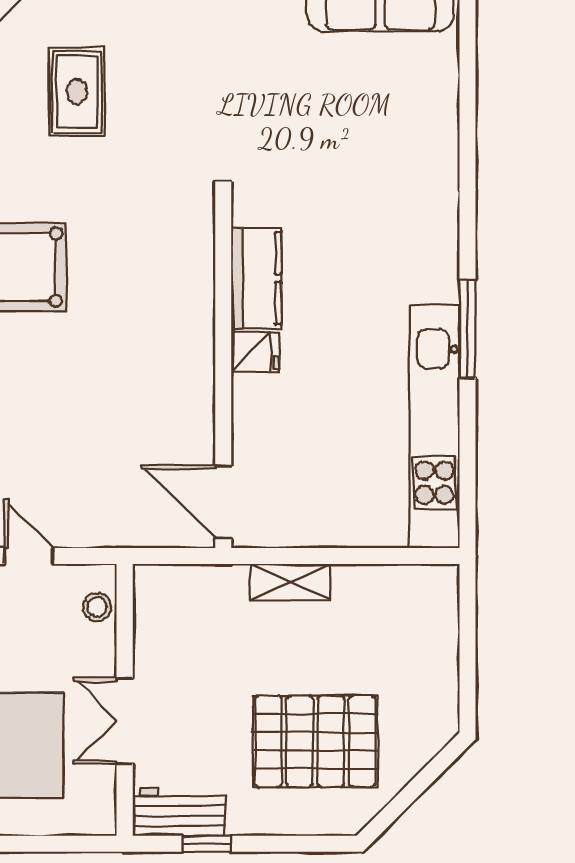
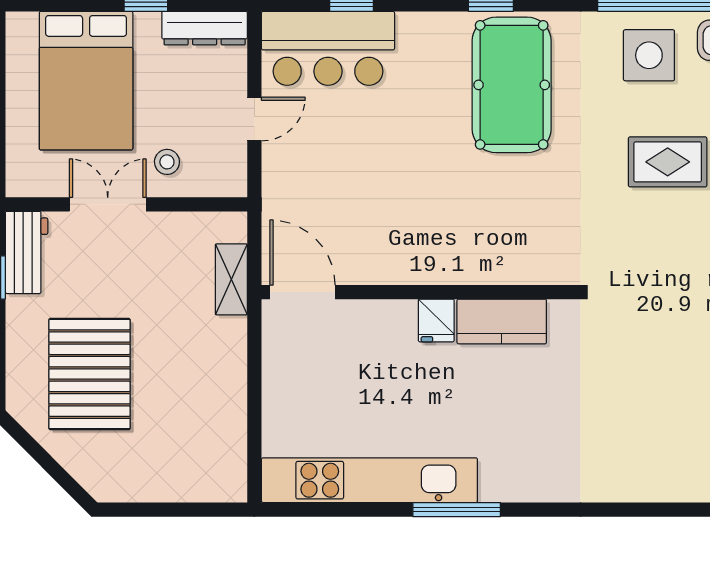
door: (223, 502) -> (302, 292), hinge flipped
shelving: (290, 582) -> (231, 279), moved
stool: (97, 607) -> (167, 162), moved

